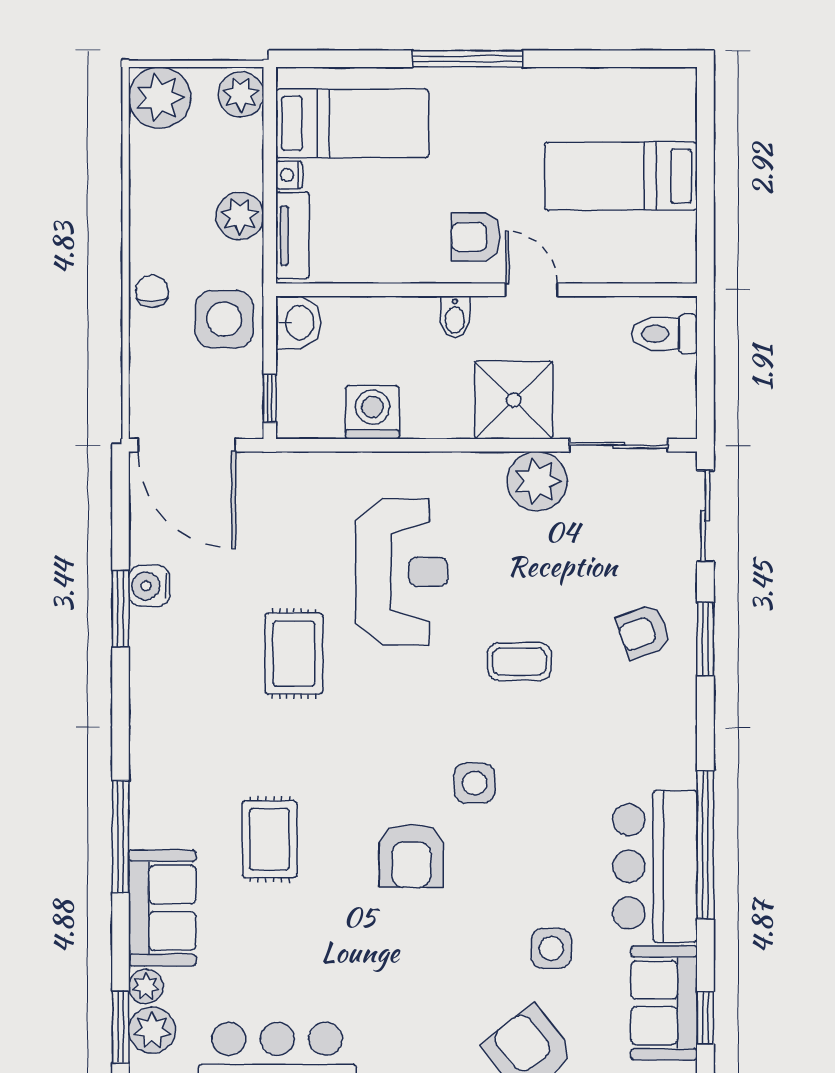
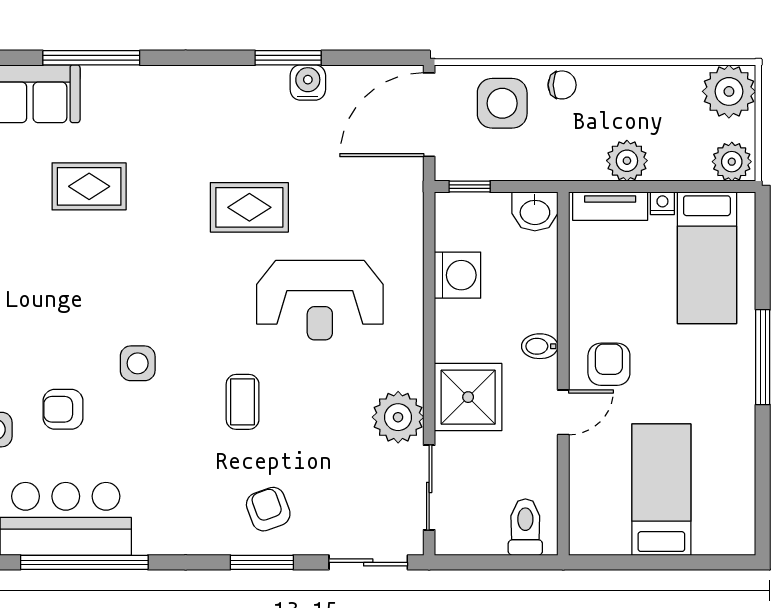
side table: (224, 319) -> (502, 103), moved
armchair: (411, 856) -> (63, 409), moved, width x0.72, depth x0.72

